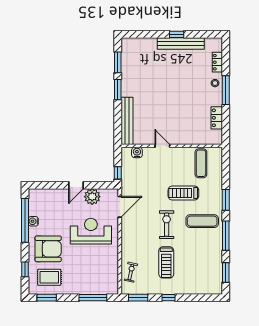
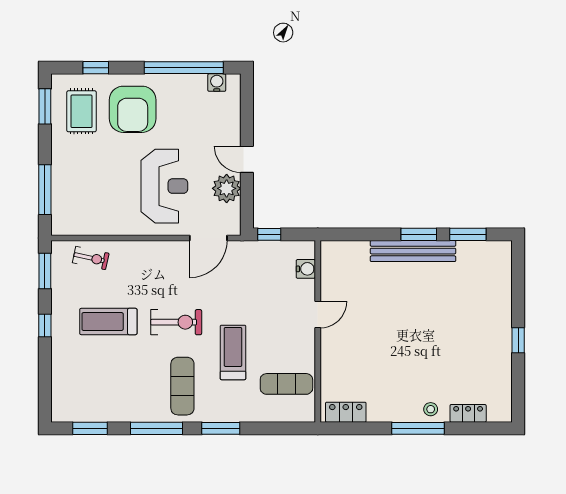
bench: (181, 44) -> (502, 347), removed
locker: (217, 118) -> (346, 412), moved
bench: (127, 121) -> (413, 251), moved
door: (120, 207) -> (208, 238), hinge flipped
water cooler: (33, 221) -> (217, 83), moved

